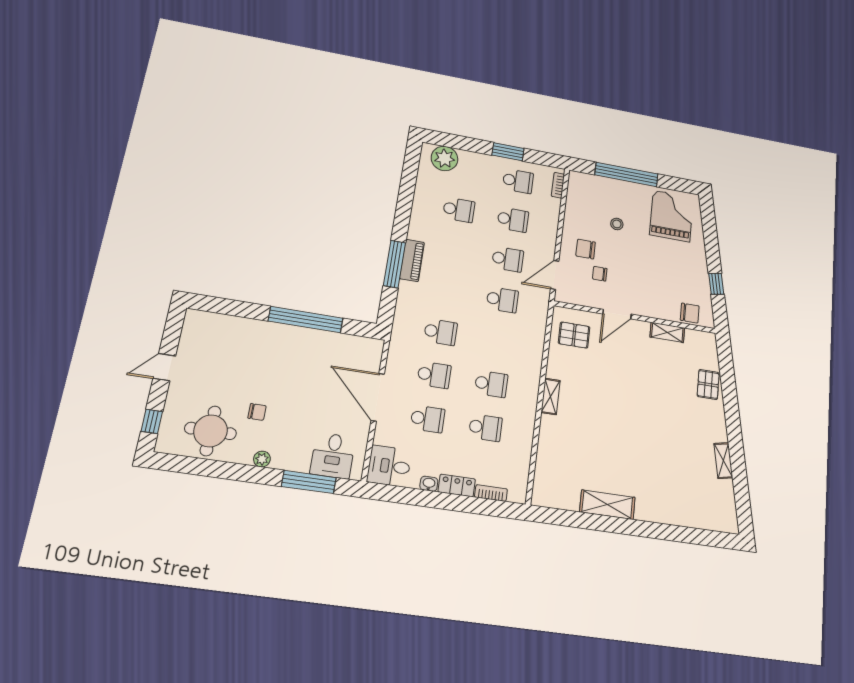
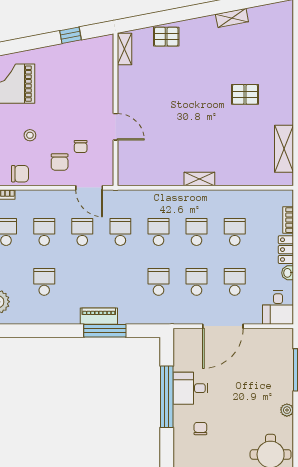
chair: (690, 313) -> (20, 174), moved, turned 90
shelving: (667, 332) -> (125, 49), moved
pallet: (574, 335) -> (245, 94), moved, turned 90
school desk: (497, 341) -> (158, 232), added
chair: (257, 412) -> (200, 429), moved
desk: (333, 456) -> (191, 388), moved, turned 180
shelving: (607, 505) -> (284, 149), moved

